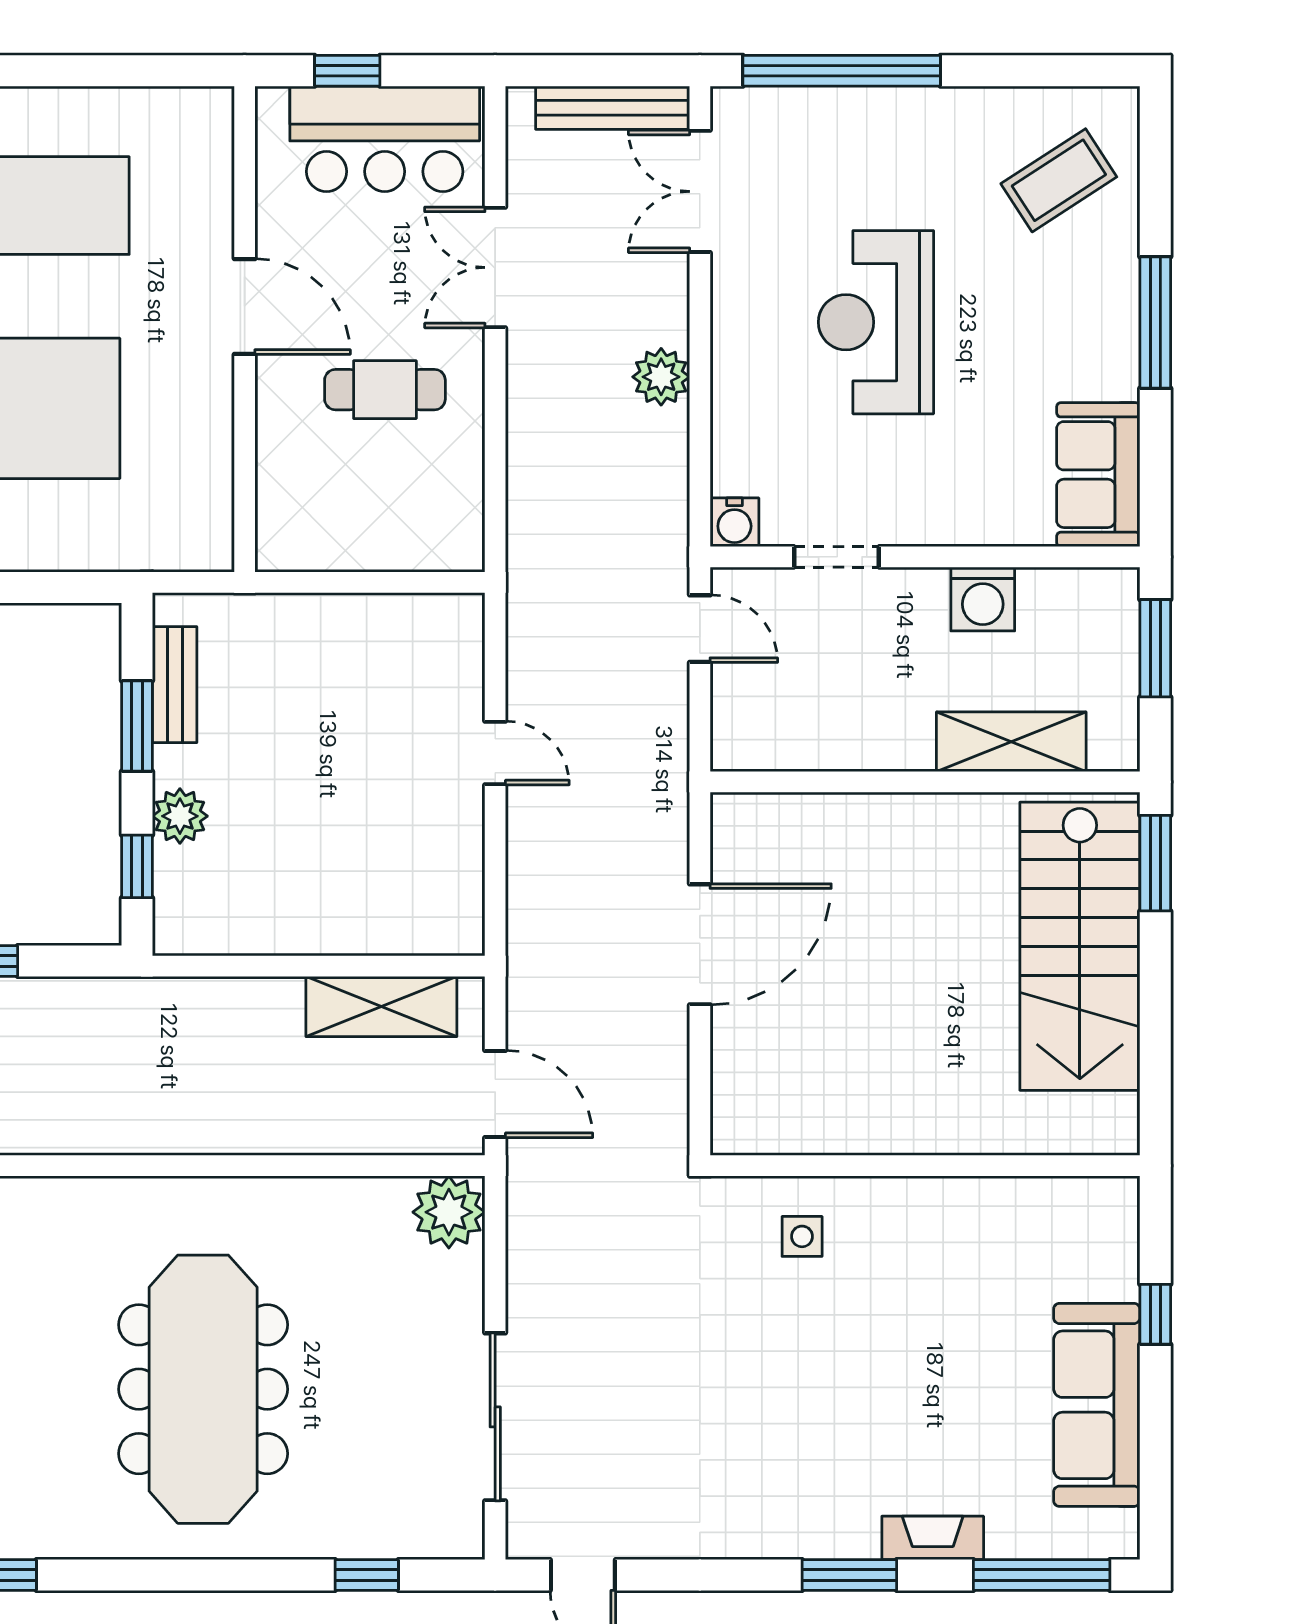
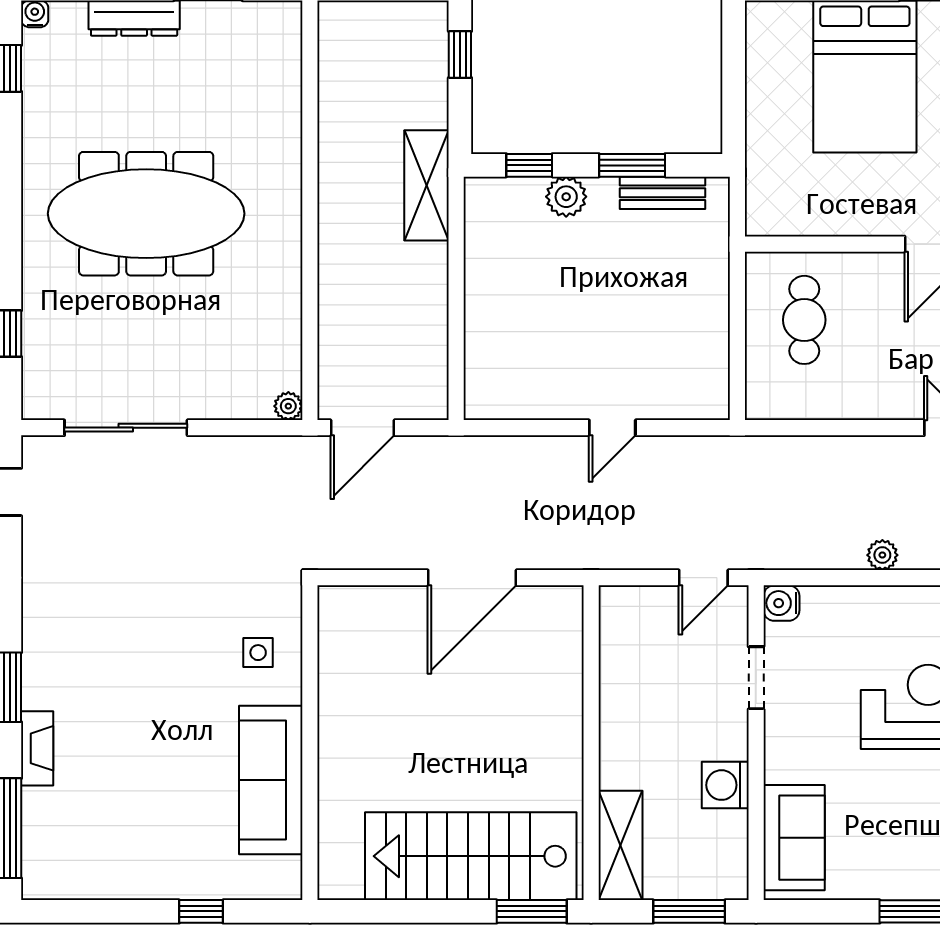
plant: (661, 377) -> (882, 555), width x0.73, depth x0.73
cafe table: (385, 390) -> (804, 320), moved
sofa: (1098, 475) -> (794, 838), moved, turned 90
shelving: (1011, 742) -> (621, 845), moved
door: (700, 944) -> (472, 578), hinge flipped
shelving: (381, 1007) -> (427, 185), moved
plant: (449, 1212) -> (288, 406), width x0.53, depth x0.53
sofa: (1097, 1405) -> (271, 780), moved, turned -90

